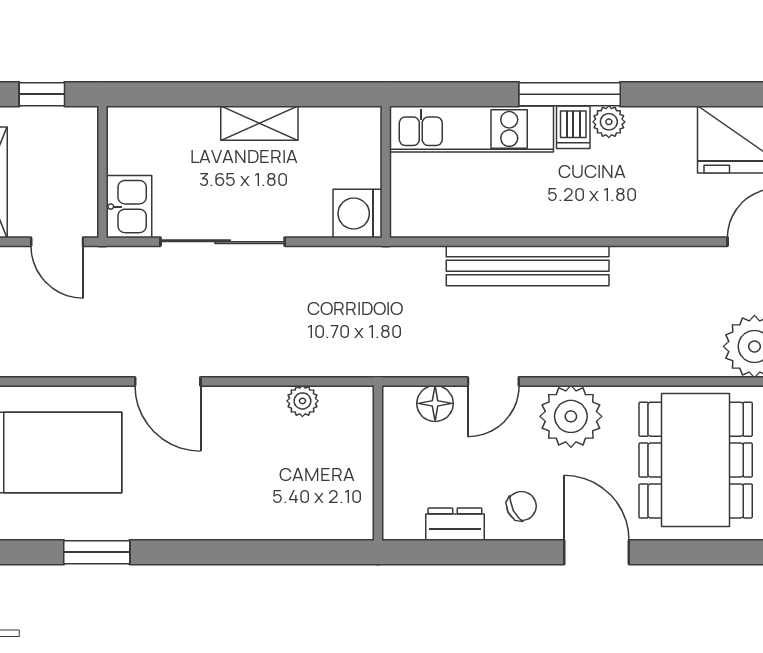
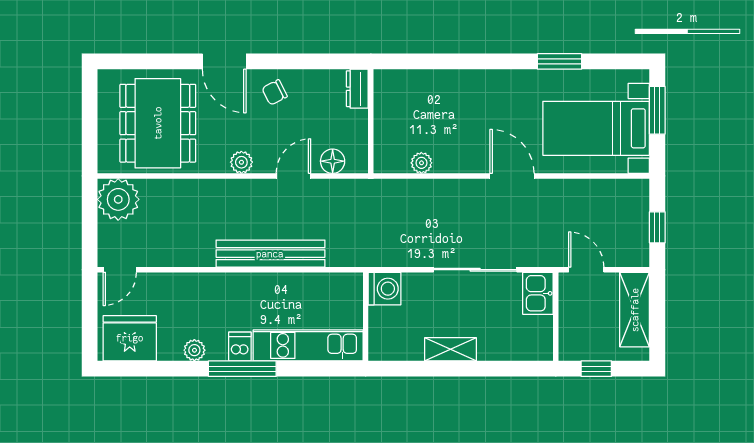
plant: (609, 122) -> (194, 350), moved
plant: (571, 416) -> (241, 162), width x0.53, depth x0.53
dresser: (455, 524) -> (357, 89), moved, turned 90

